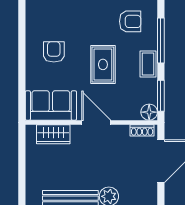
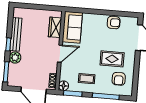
armchair: (54, 52) -> (114, 23), moved
rug: (103, 64) -> (112, 59), moved
coffee table: (148, 64) -> (87, 79), moved

